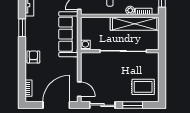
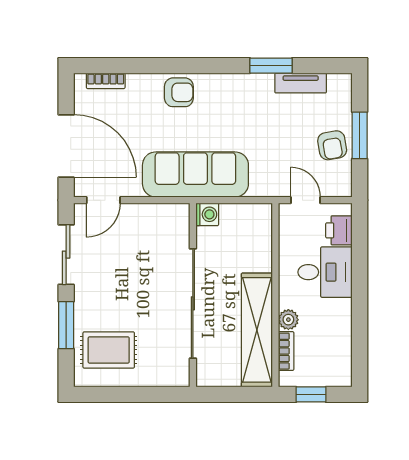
window: (22, 28) -> (271, 66), moved
sofa: (68, 34) -> (195, 174), moved
rug: (143, 87) -> (109, 350), turned 90

